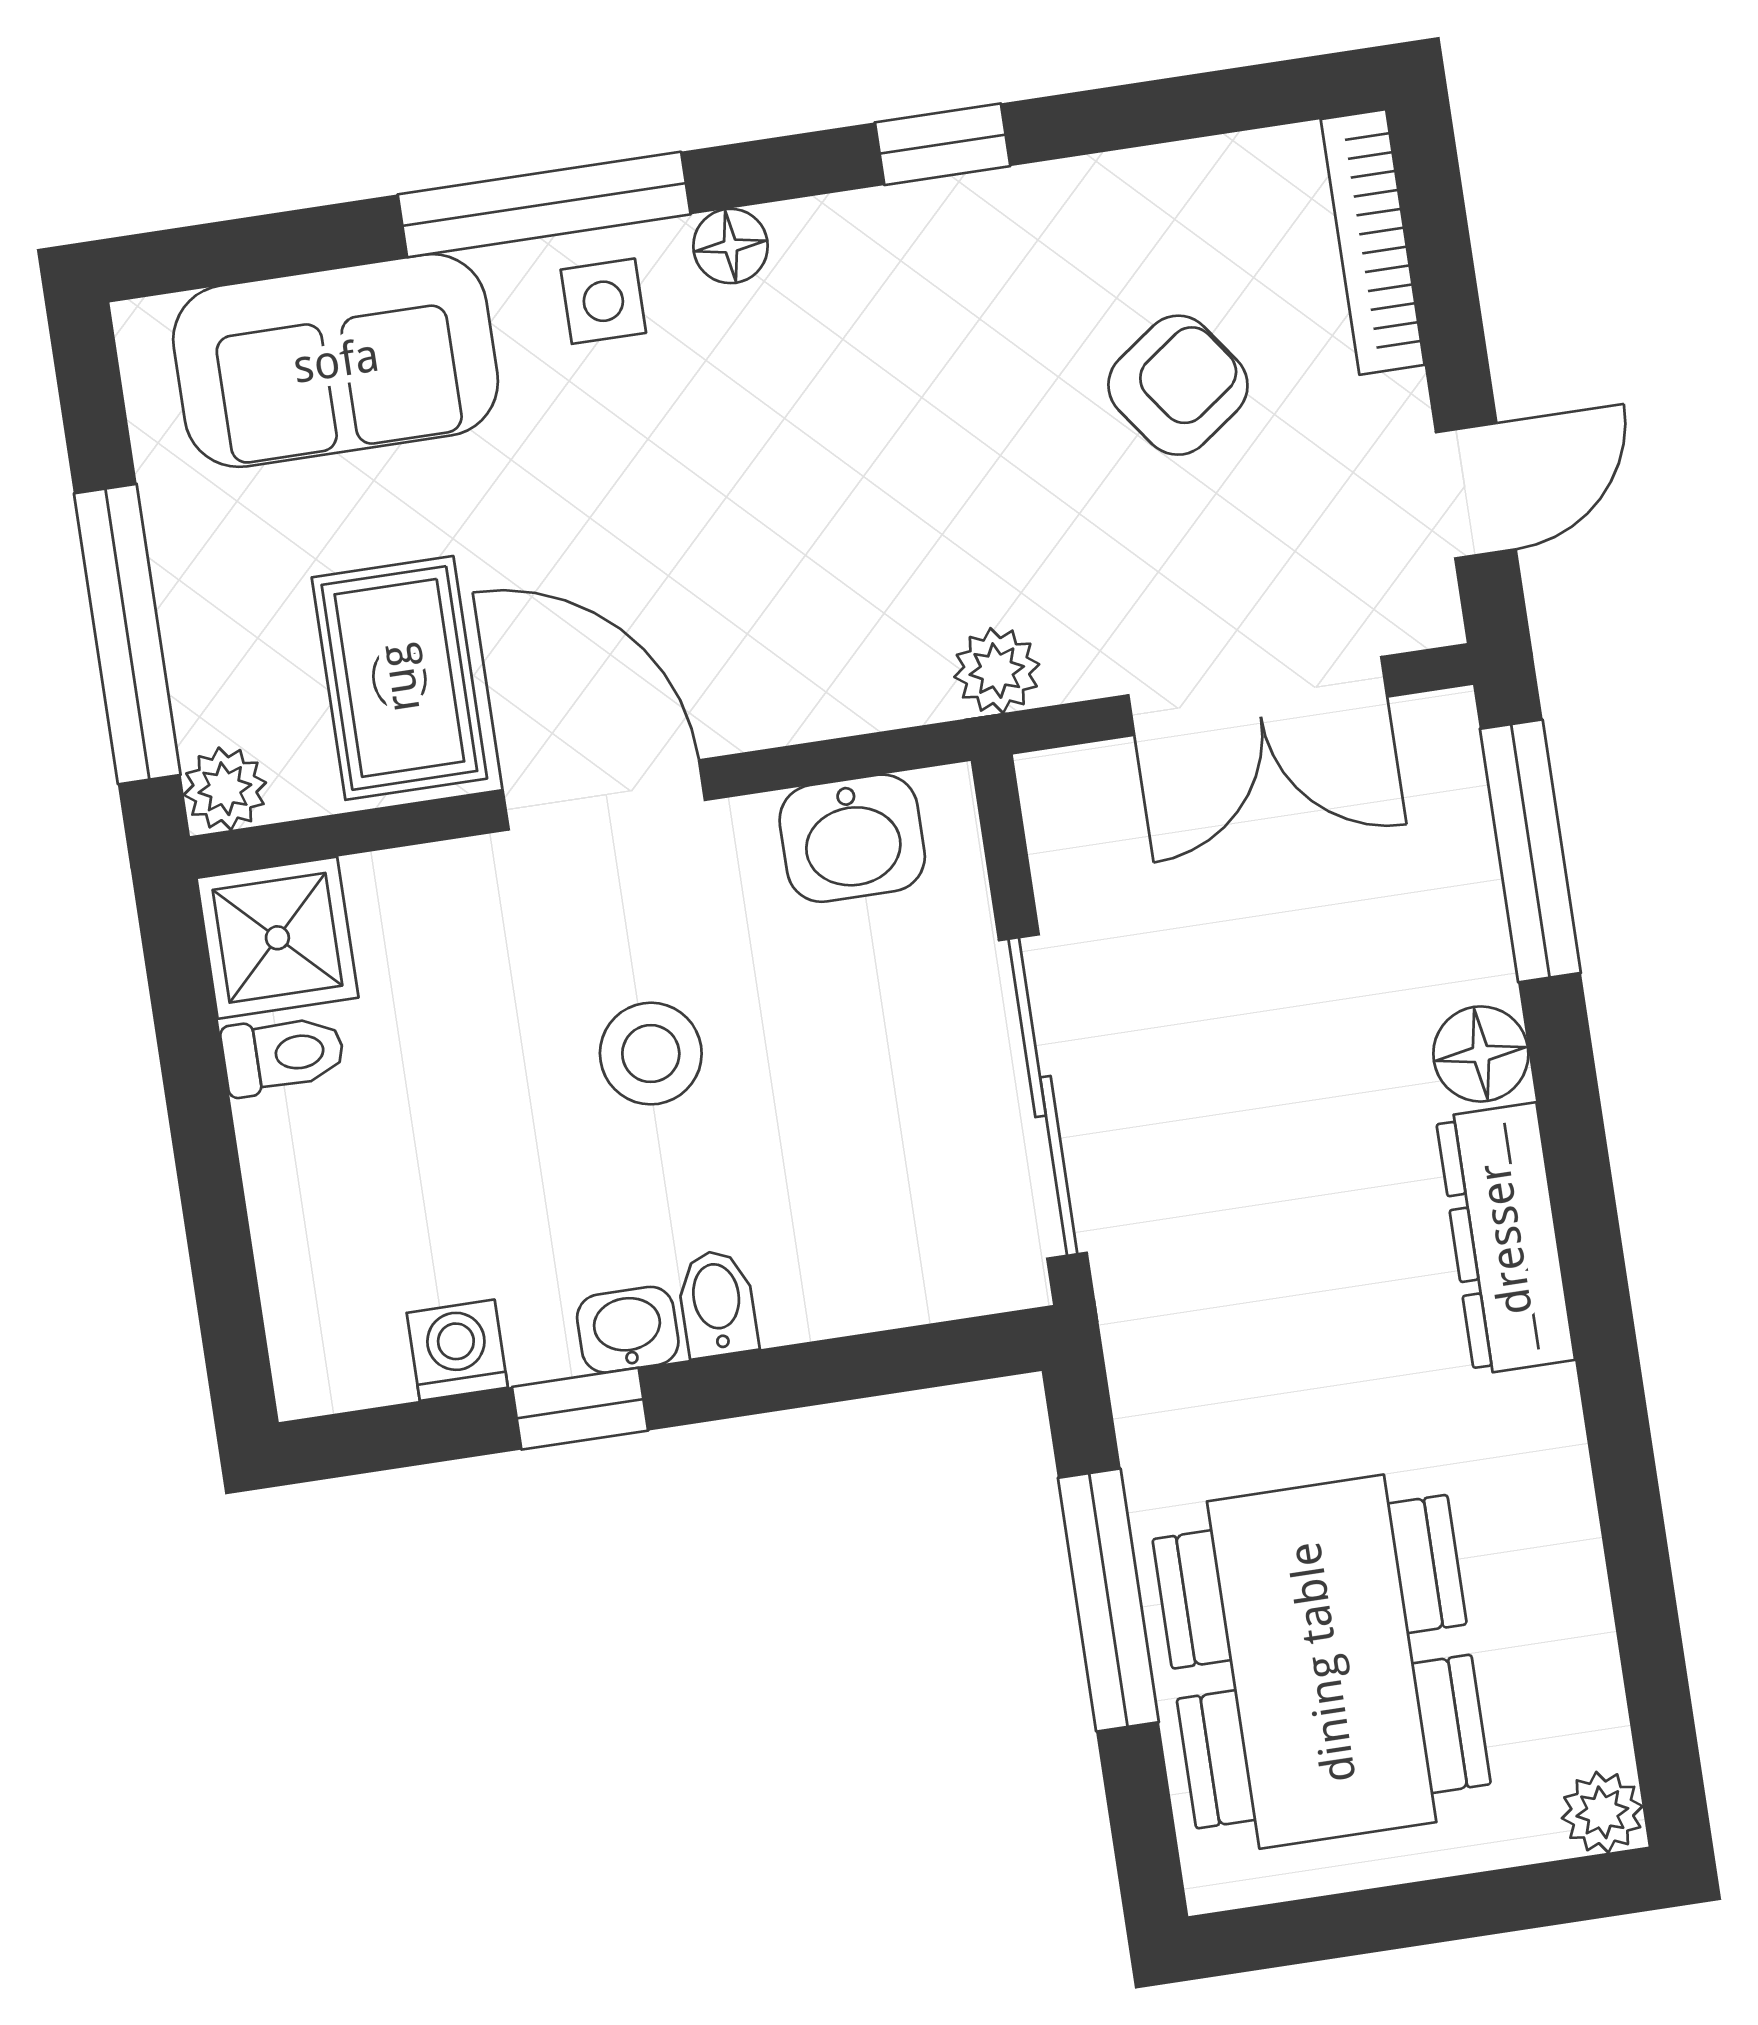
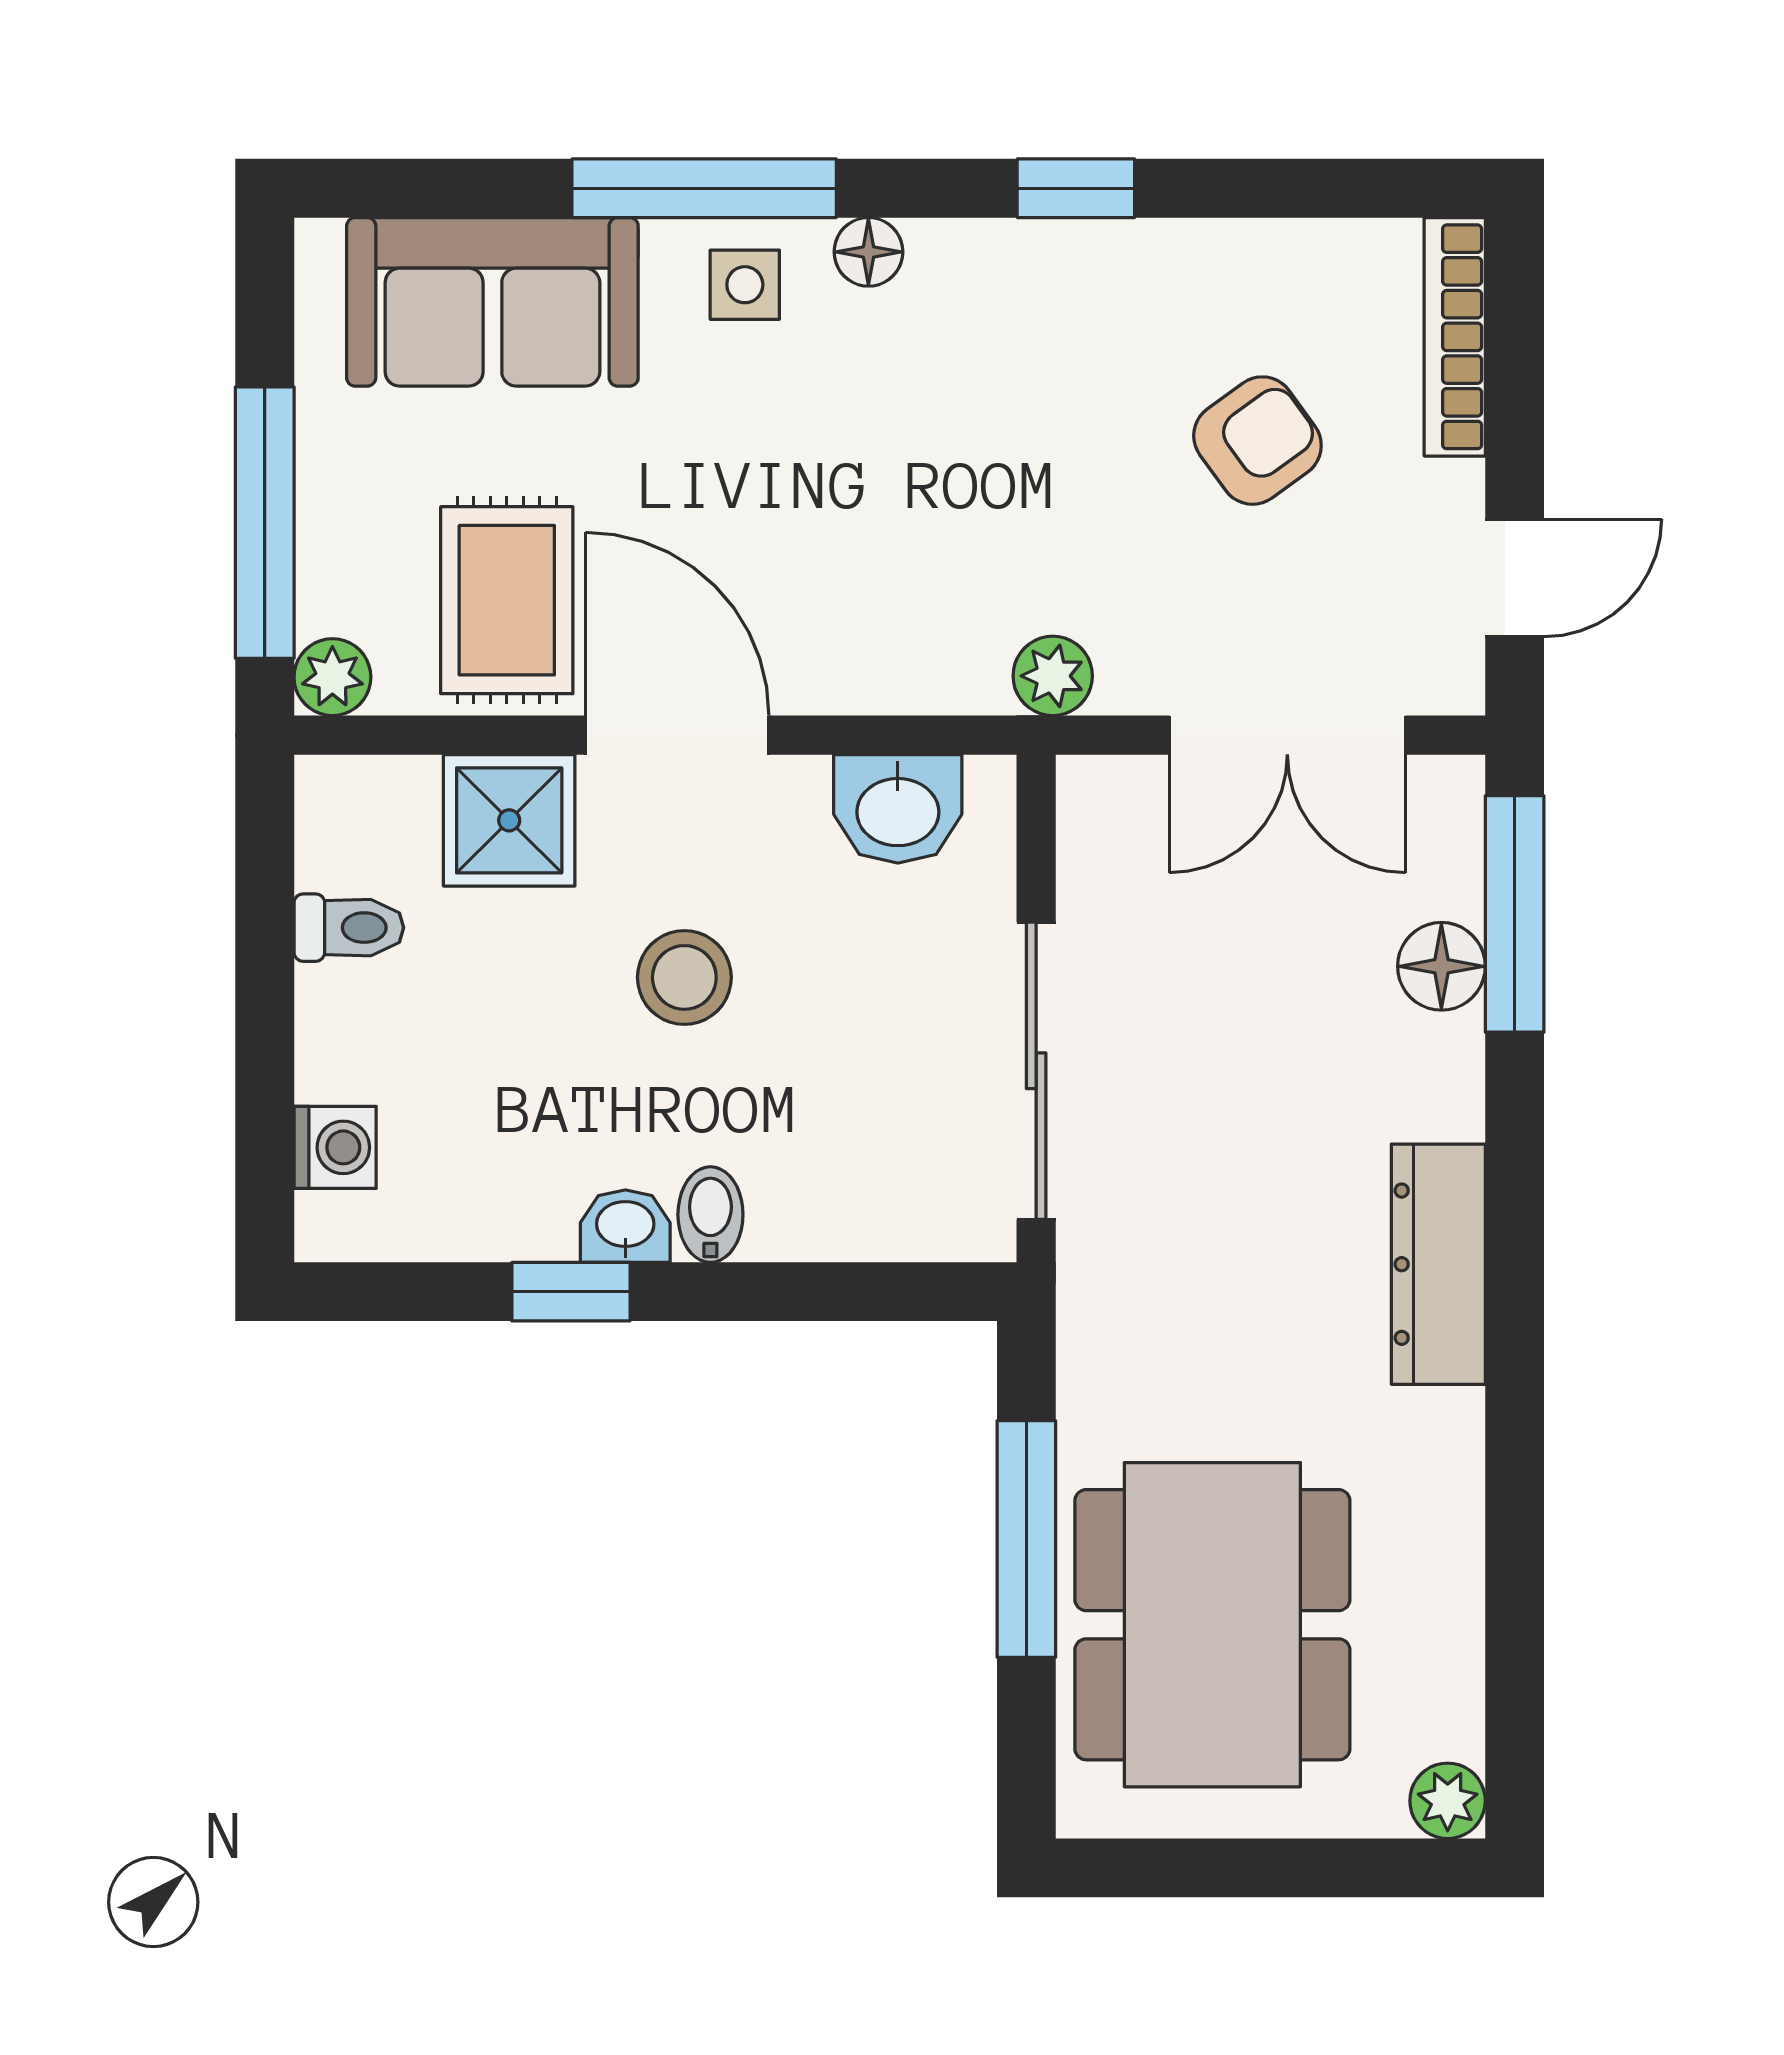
shower: (277, 938) -> (509, 820), moved
floor lamp: (1481, 1054) -> (1441, 966), moved
washing machine: (457, 1350) -> (335, 1147), moved, turned 90

